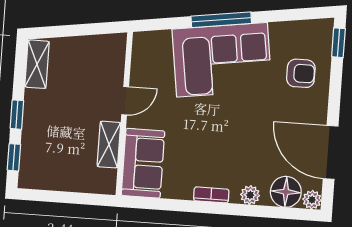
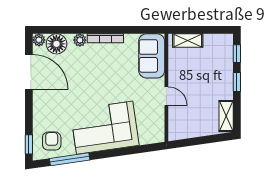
window: (221, 20) -> (70, 159), moved
armchair: (301, 73) -> (52, 141), moved, turned 90
door: (125, 101) -> (166, 96), swing flipped
shelving: (109, 145) -> (188, 40), moved, turned 90
bookcase: (211, 195) -> (105, 38), width x1.56

